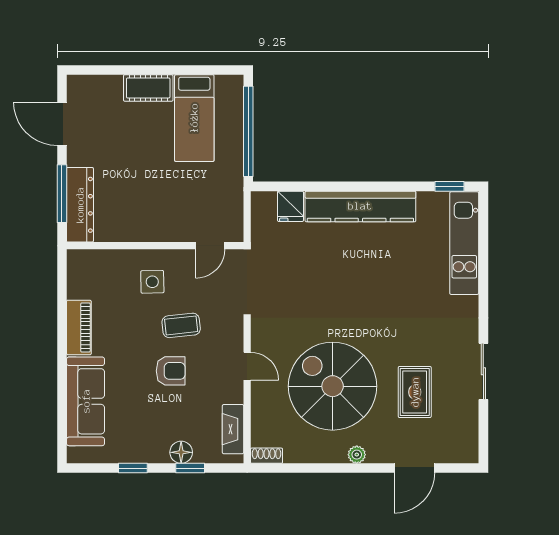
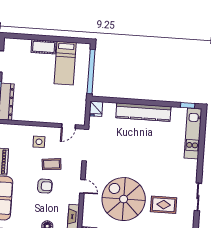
fridge: (291, 206) -> (96, 109), moved
rug: (415, 392) -> (164, 205), turned 90

